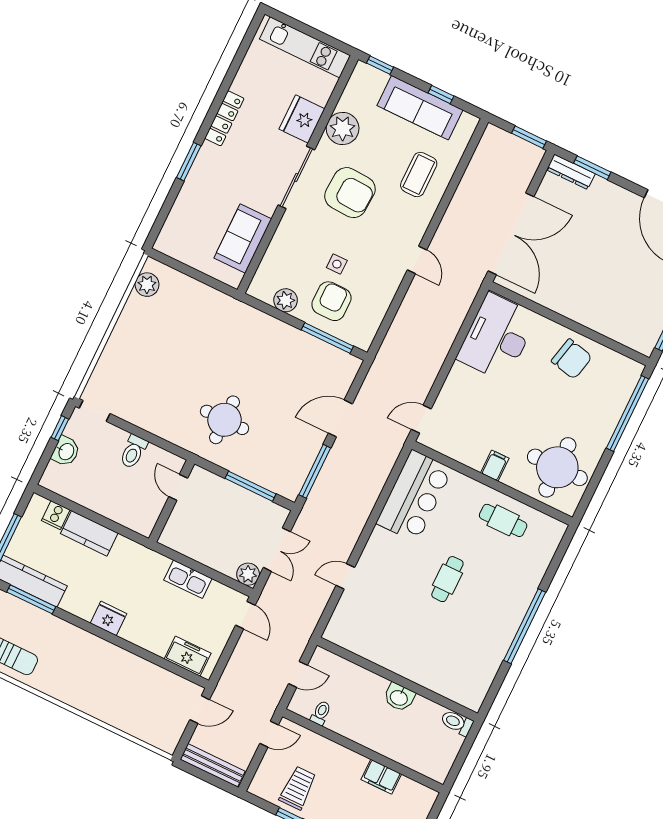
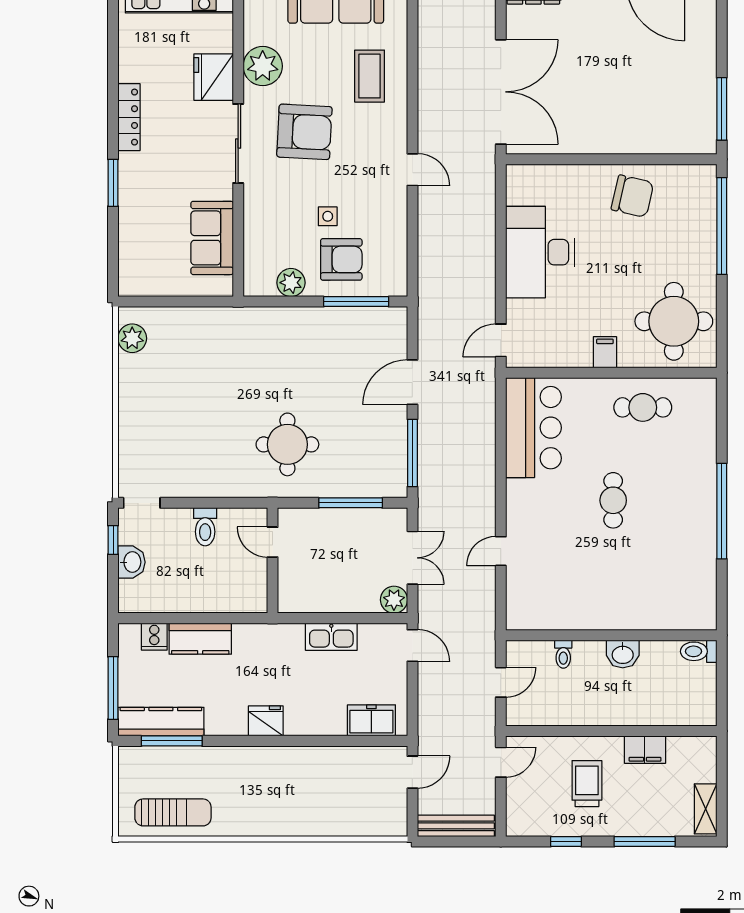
armchair: (331, 301) -> (341, 259), turned 90
desk: (497, 337) -> (540, 252), moved
toilet: (321, 713) -> (563, 654), moved, turned 180
trolley: (298, 788) -> (587, 784), moved

